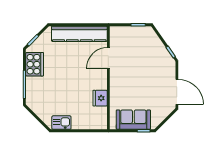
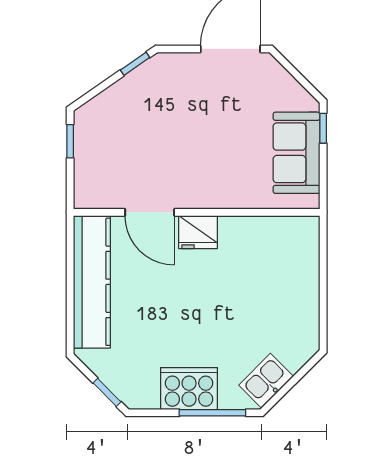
cooker: (35, 64) -> (189, 389), moved
fridge: (100, 98) -> (198, 232), moved
kitchen sink: (61, 123) -> (266, 381), moved, turned 45

